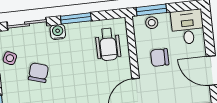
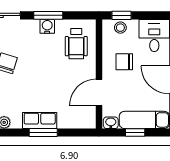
window: (151, 10) -> (121, 15), width x0.67
water cooler: (58, 32) -> (47, 26), moved

